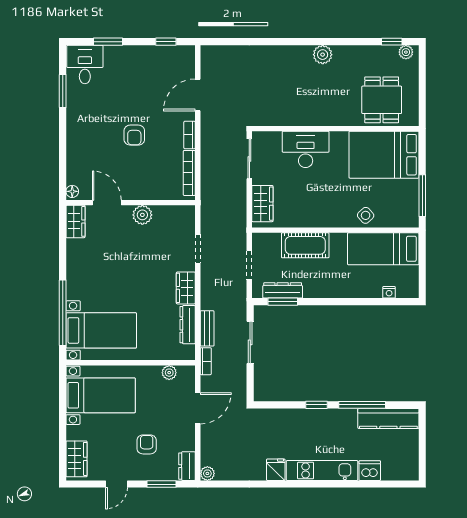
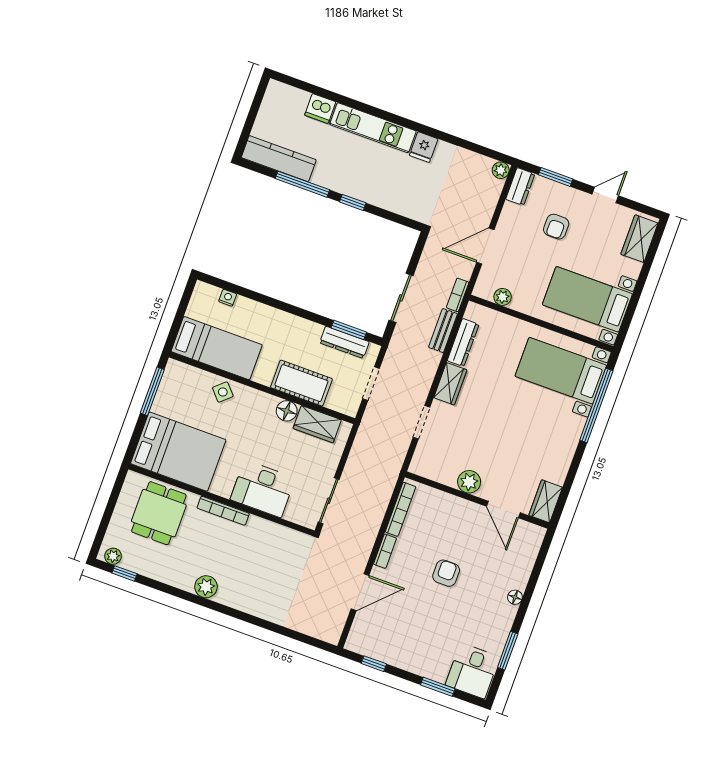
bookcase: (331, 120) -> (223, 511), added
floor lamp: (72, 191) -> (515, 597), moved
wardrobe: (262, 204) -> (317, 424), moved, turned -90
floor lamp: (309, 219) -> (287, 411), added

